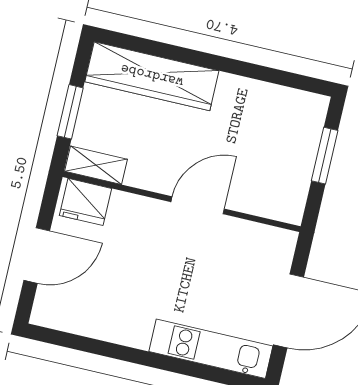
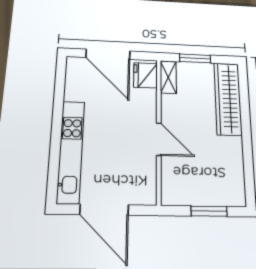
door: (37, 256) -> (108, 54), width x1.36
kitchen unit: (211, 349) -> (71, 151), width x1.36

